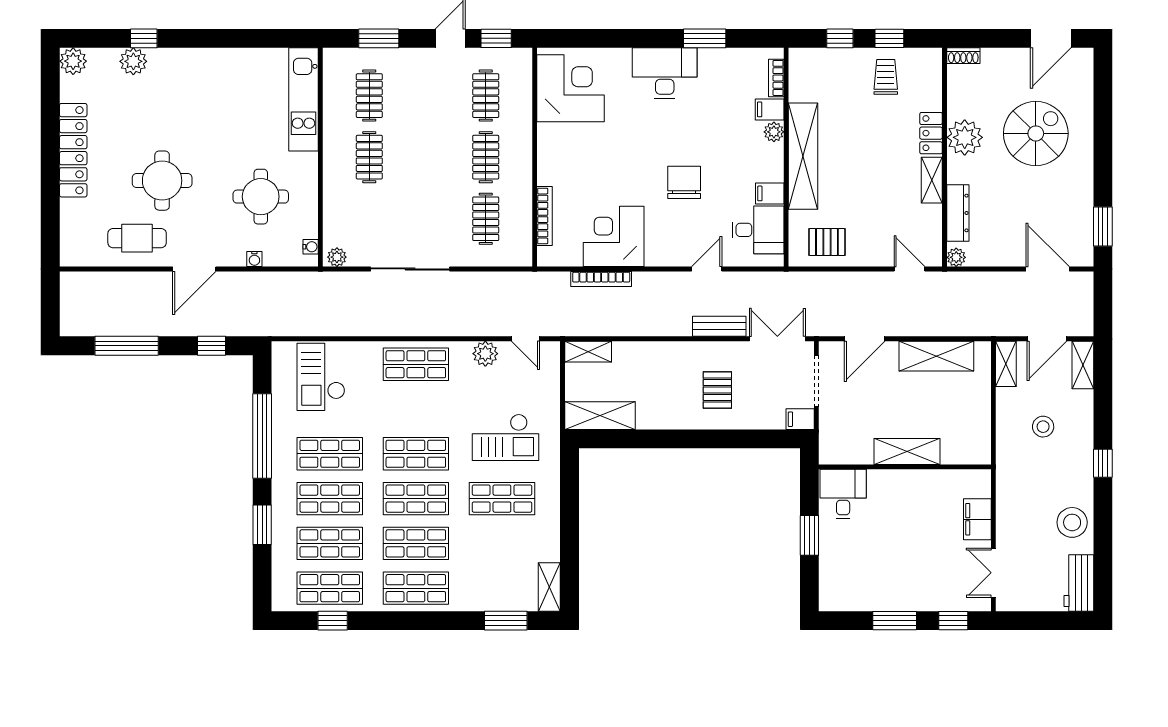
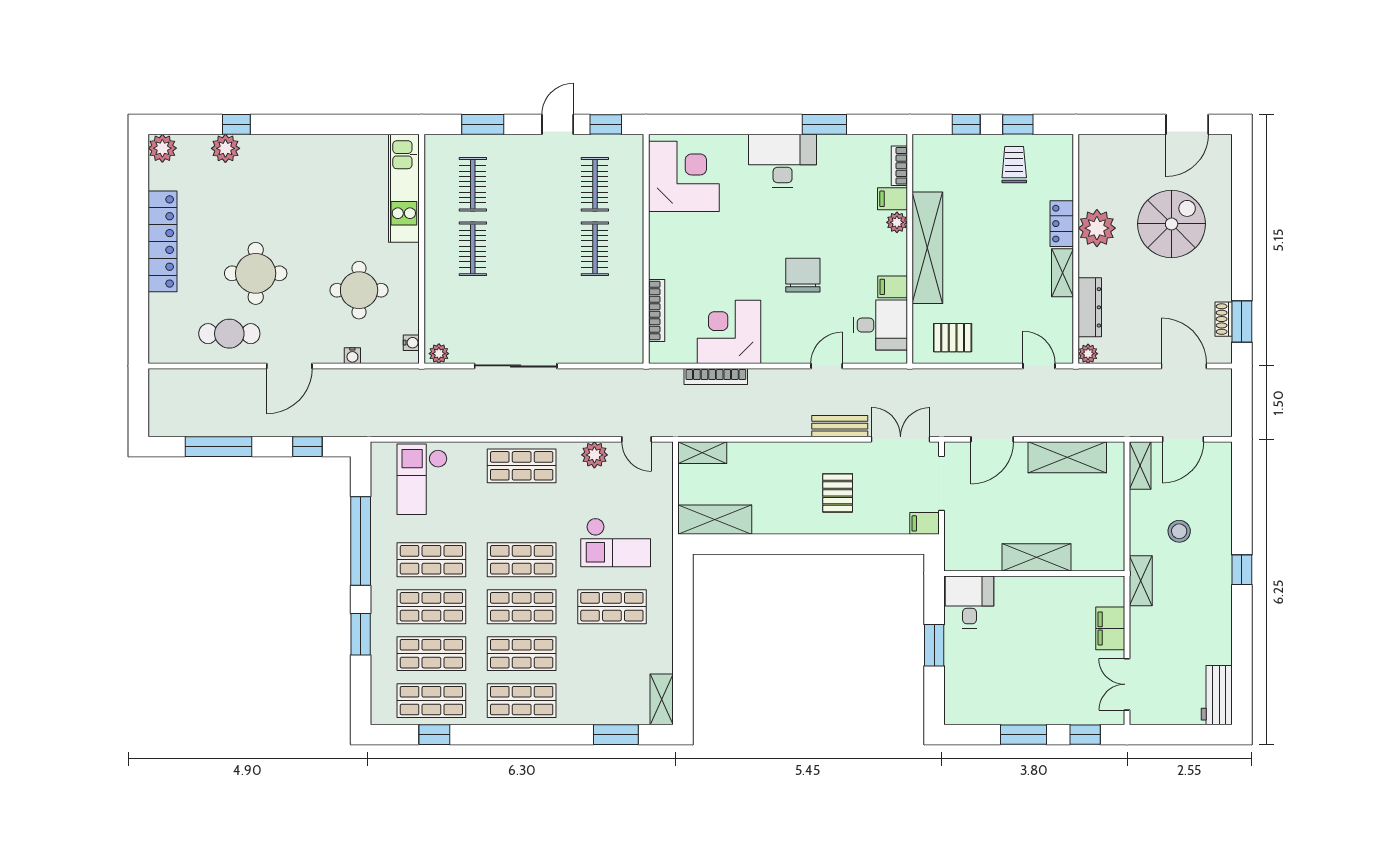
shoe rack: (963, 56) -> (1224, 319), moved, turned 90
clothes rail: (486, 219) -> (595, 313), removed
shelving: (1083, 365) -> (1141, 581), moved
stool: (1072, 522) -> (1210, 632), removed

